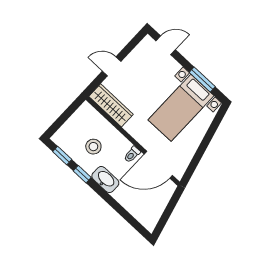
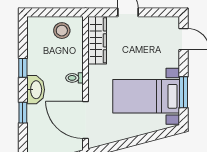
stool: (93, 147) -> (62, 31), moved
toilet: (132, 154) -> (74, 78), moved
window: (62, 156) -> (23, 113), moved

